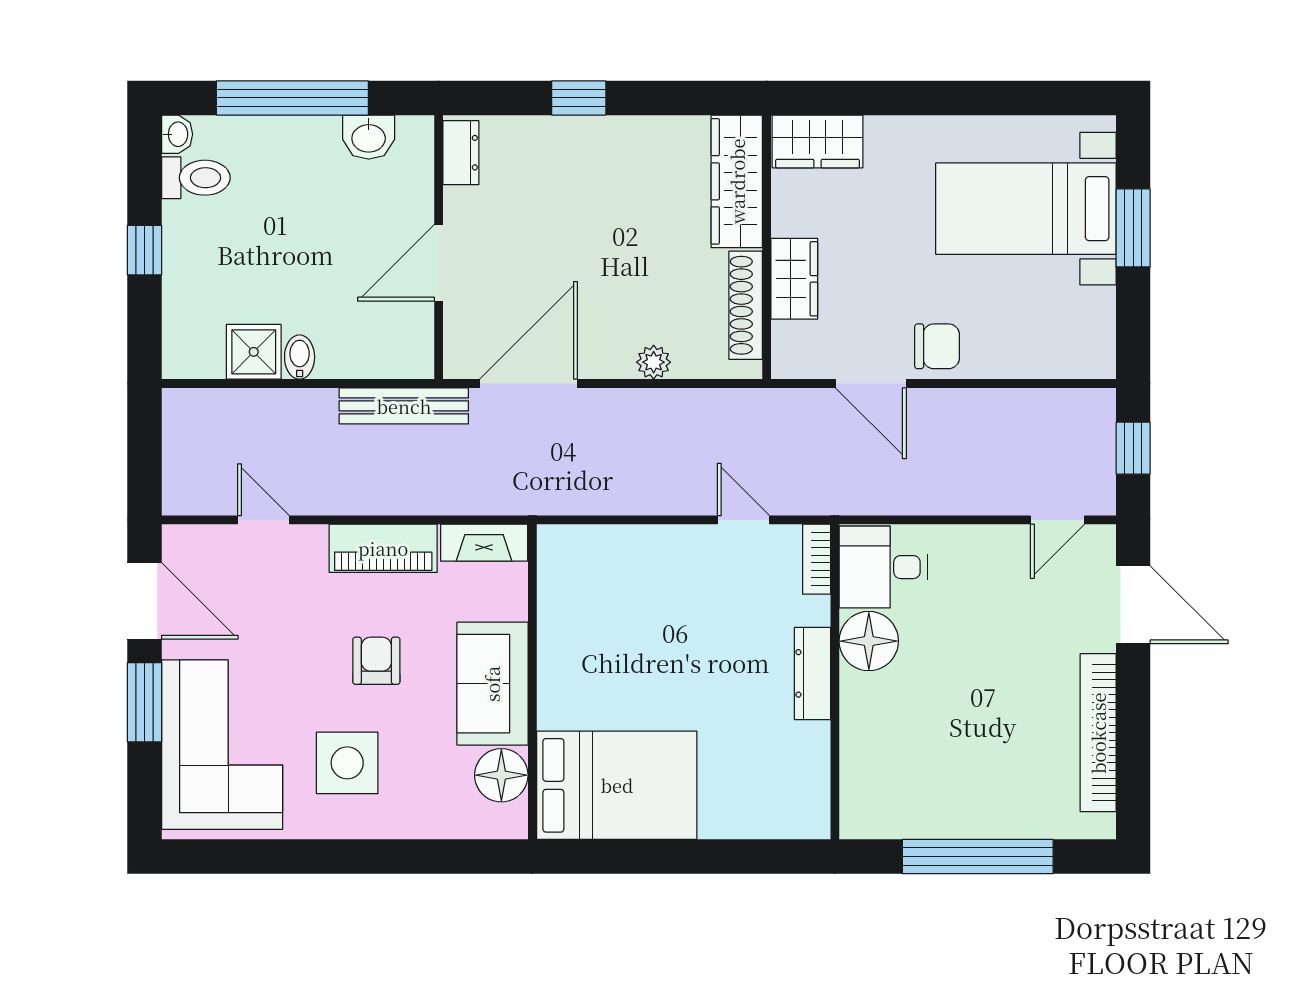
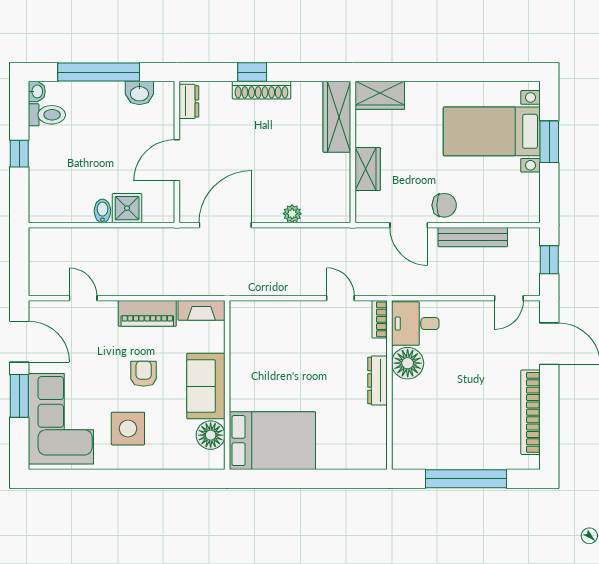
shoe rack: (746, 305) -> (262, 90), moved, turned -90
shower: (254, 352) -> (127, 208), moved
bench: (404, 406) -> (473, 237), moved

